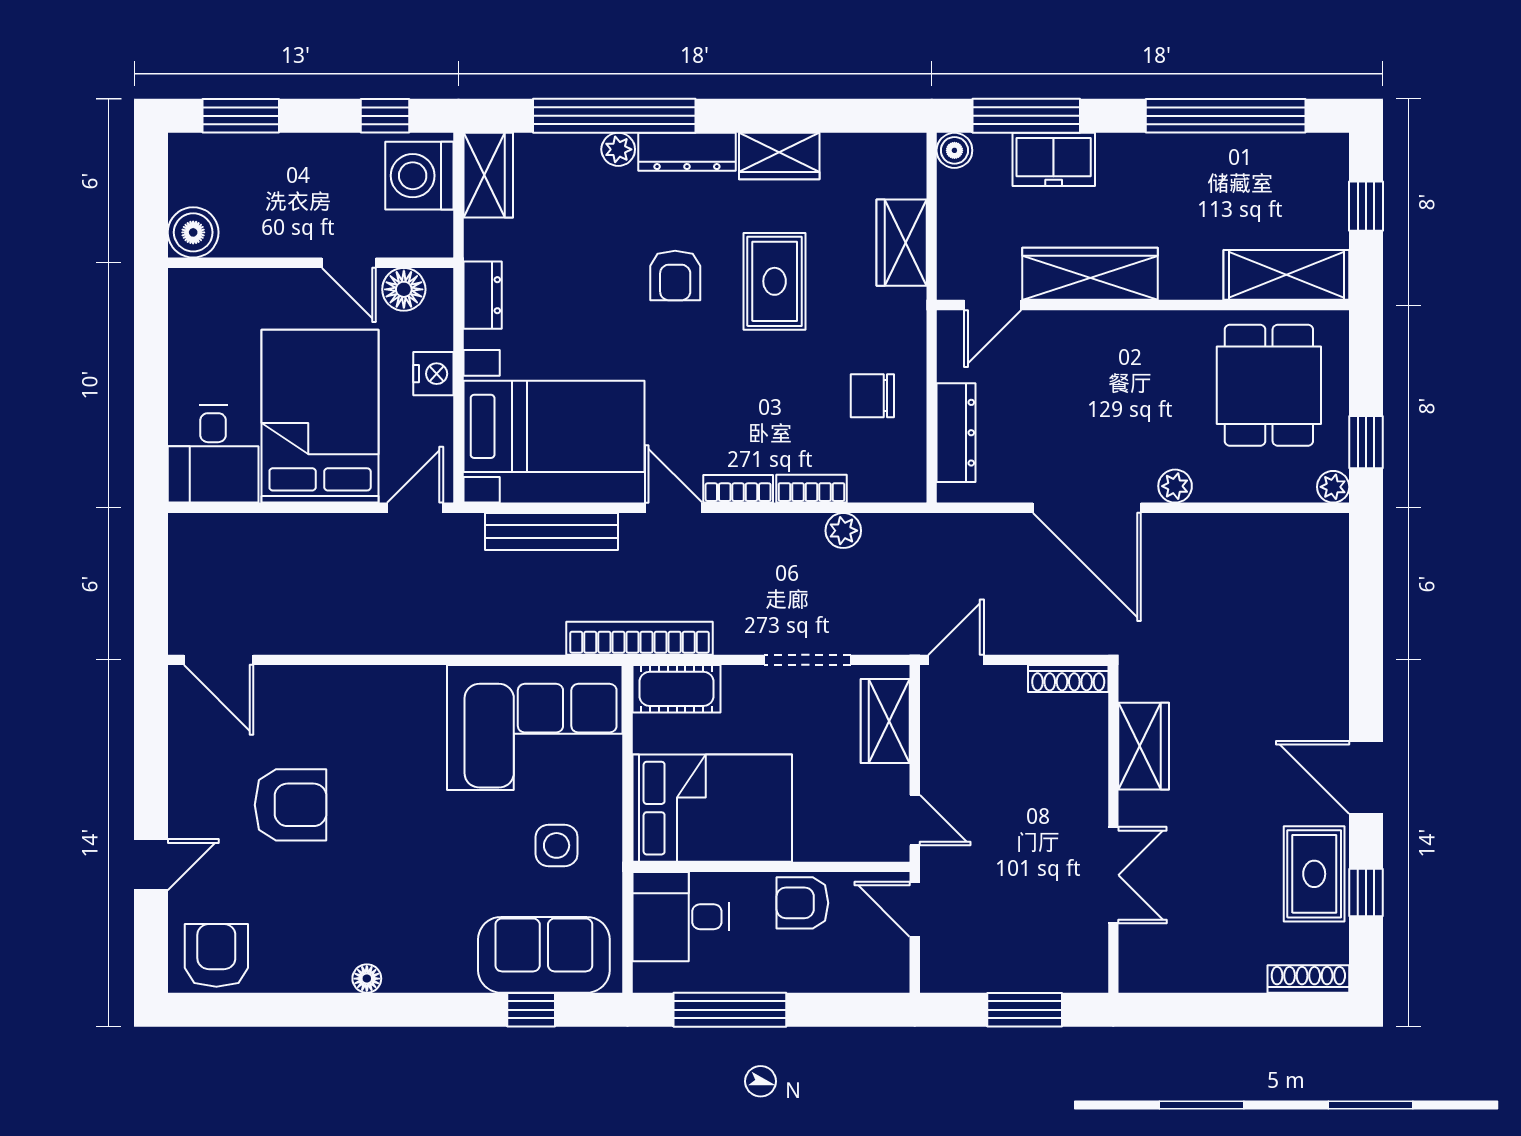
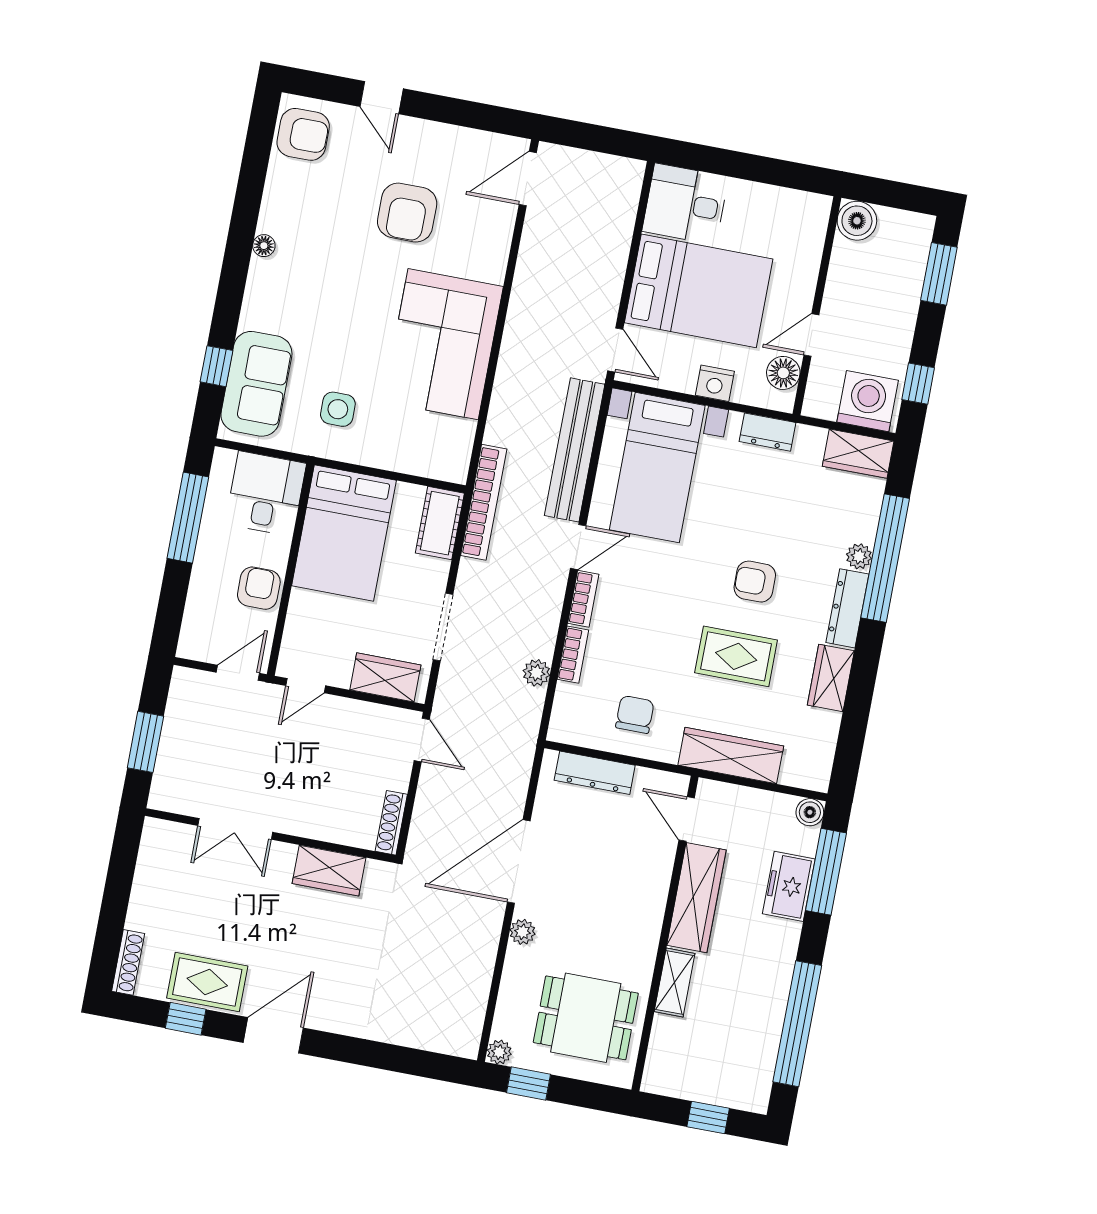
wardrobe: (902, 243) -> (731, 756), width x1.50
shelving: (1286, 275) -> (675, 983), moved, width x0.67, depth x0.75
bench: (551, 531) -> (575, 450), width x1.37, depth x1.21
corner sofa: (535, 728) -> (443, 344), moved

